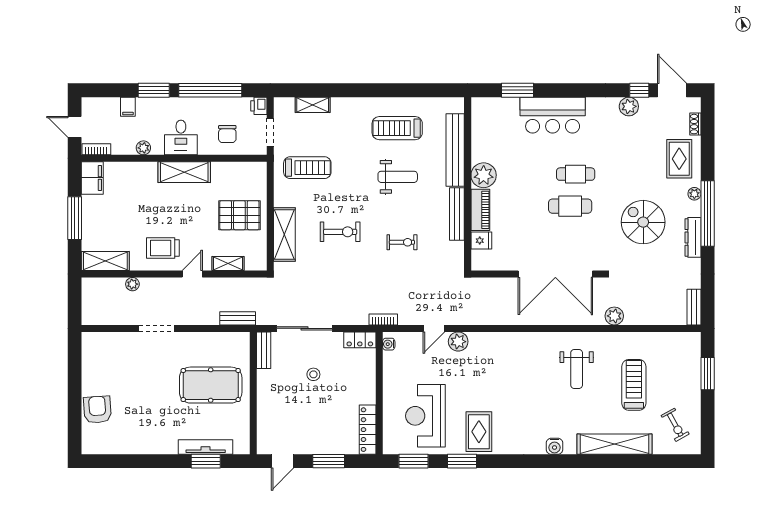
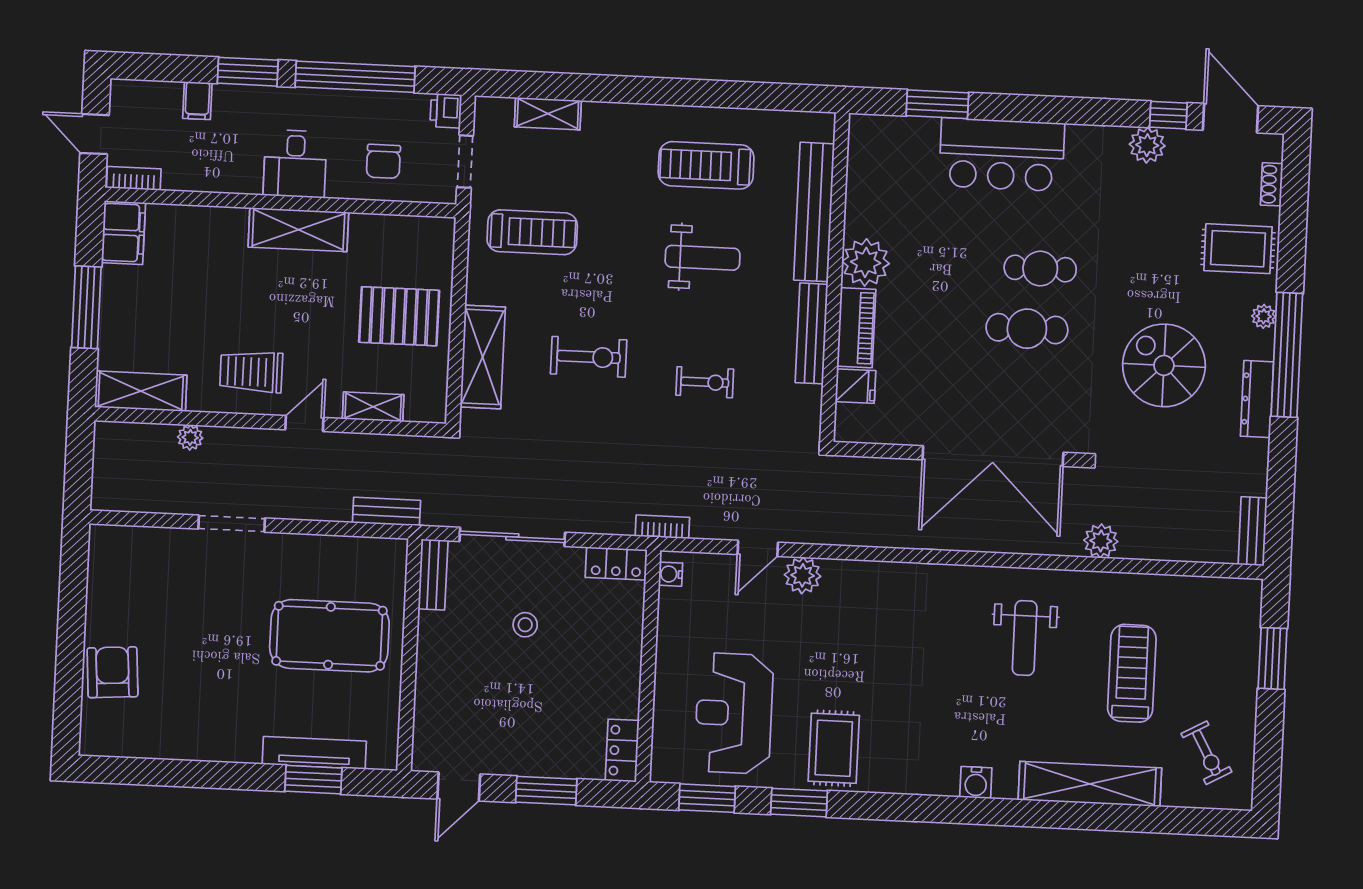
plant: (143, 148) -> (223, 180), removed
rug: (679, 159) -> (1238, 249), turned 90
locker: (368, 430) -> (622, 750), width x0.66

